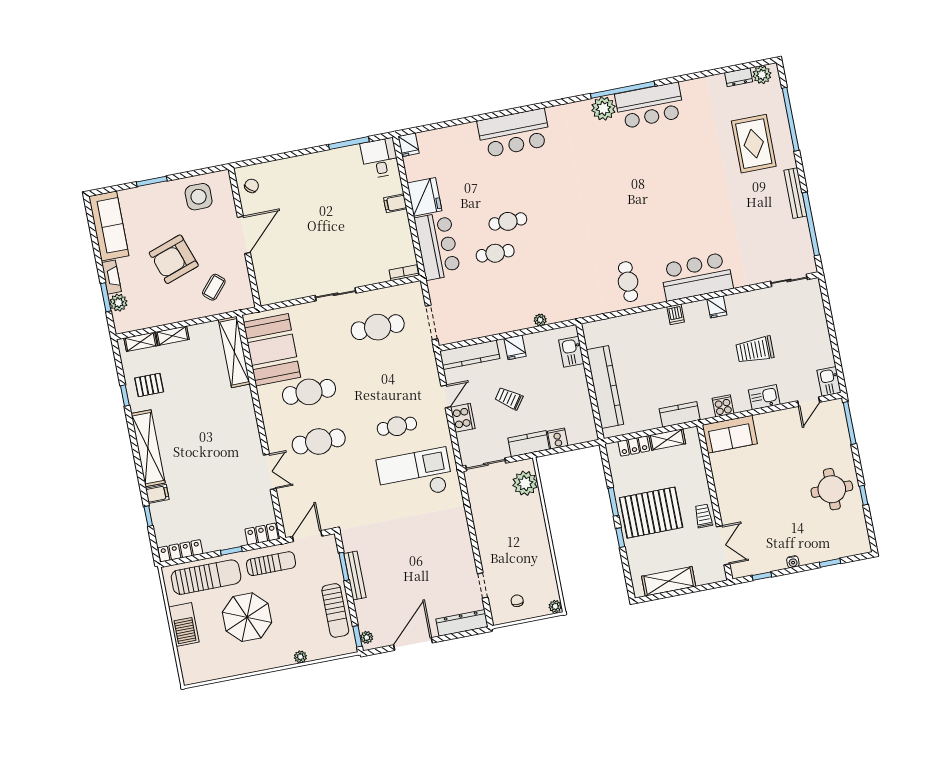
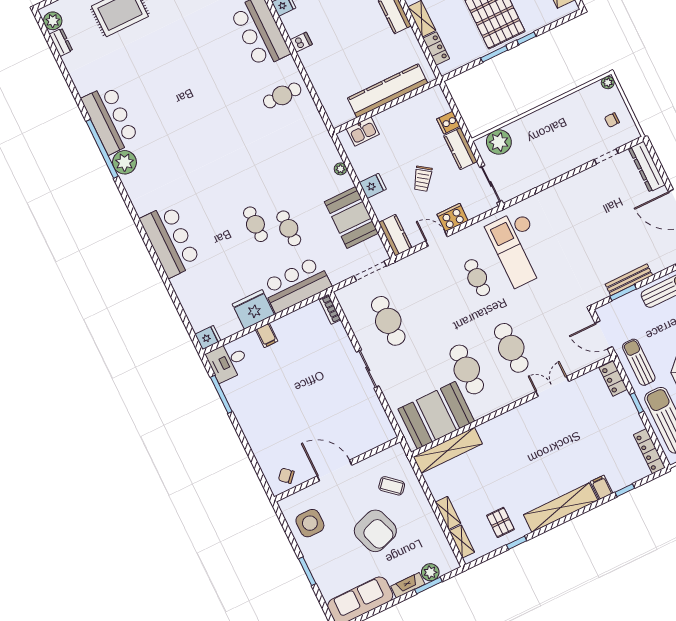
booth: (489, 318) -> (351, 217), added
kitchen counter: (470, 355) -> (395, 235), width x0.67

